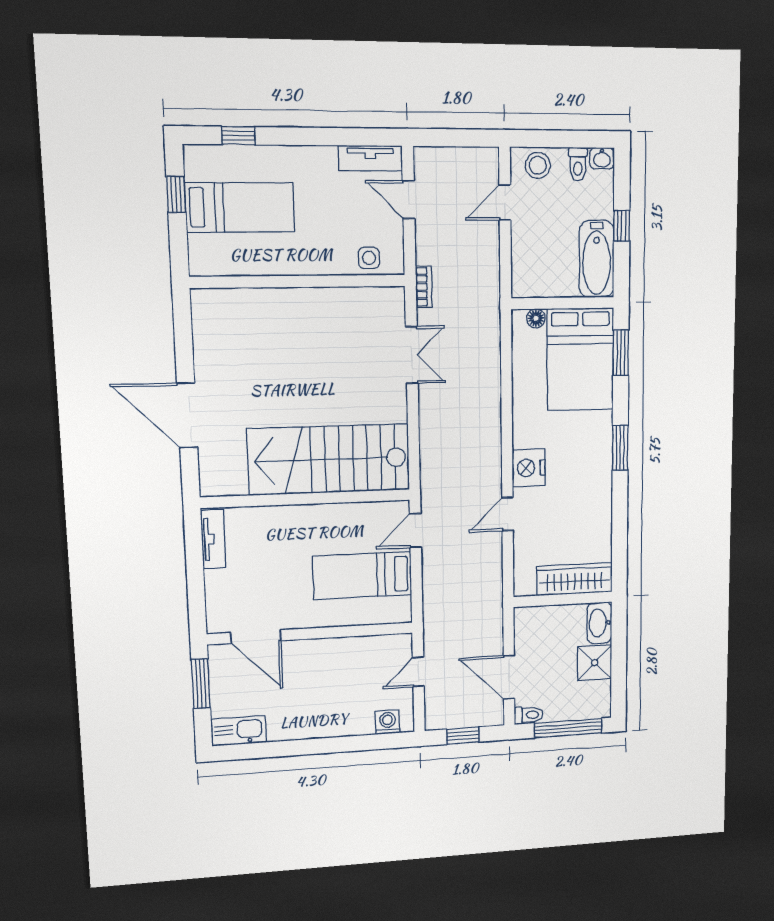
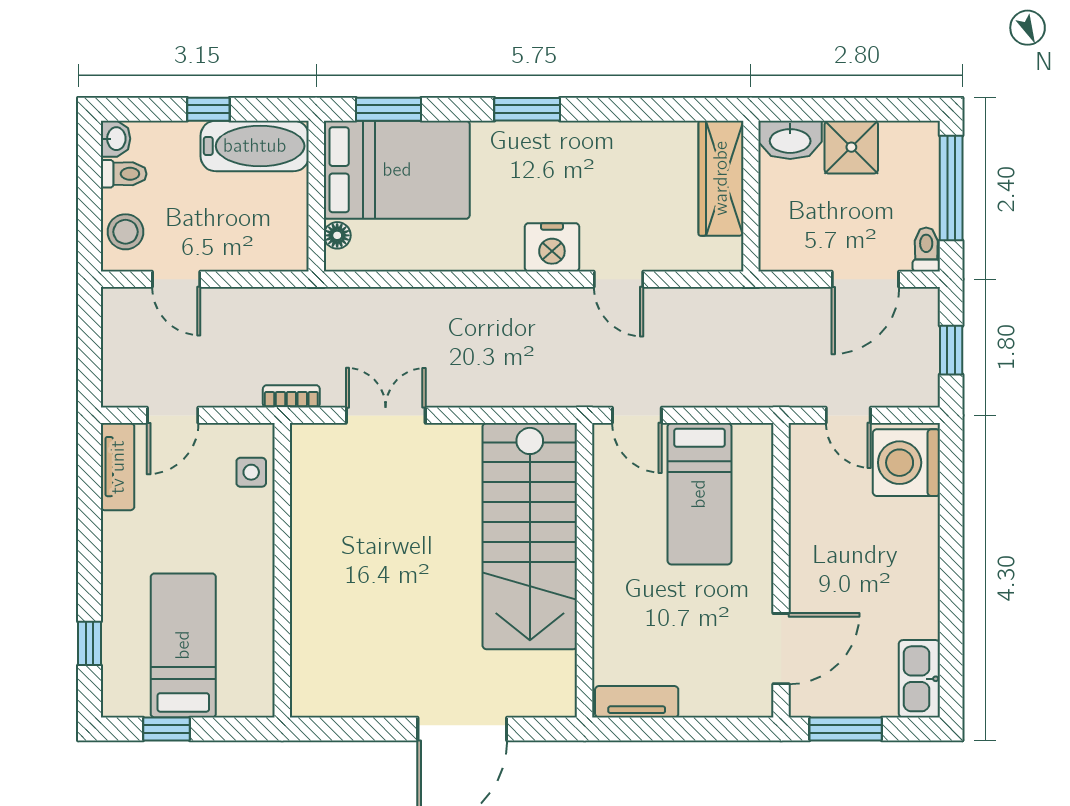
washing machine: (388, 722) -> (906, 463), width x1.89, depth x1.89

